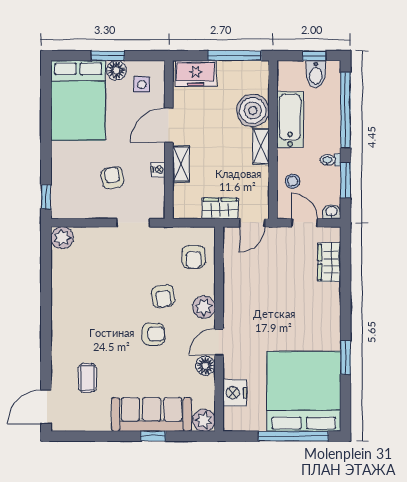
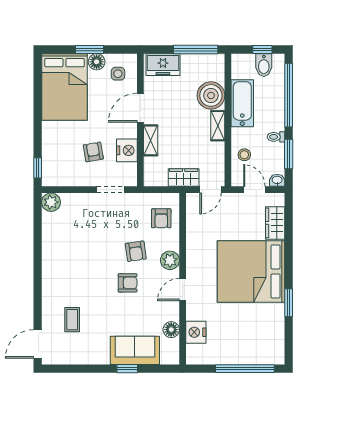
nightstand: (158, 170) -> (127, 150), width x1.89, depth x1.79
floor lamp: (205, 366) -> (171, 330), moved
bed: (304, 391) -> (251, 271), moved, turned -90
sofa: (152, 414) -> (135, 350), width x0.73
plant: (204, 420) -> (170, 355), removed

